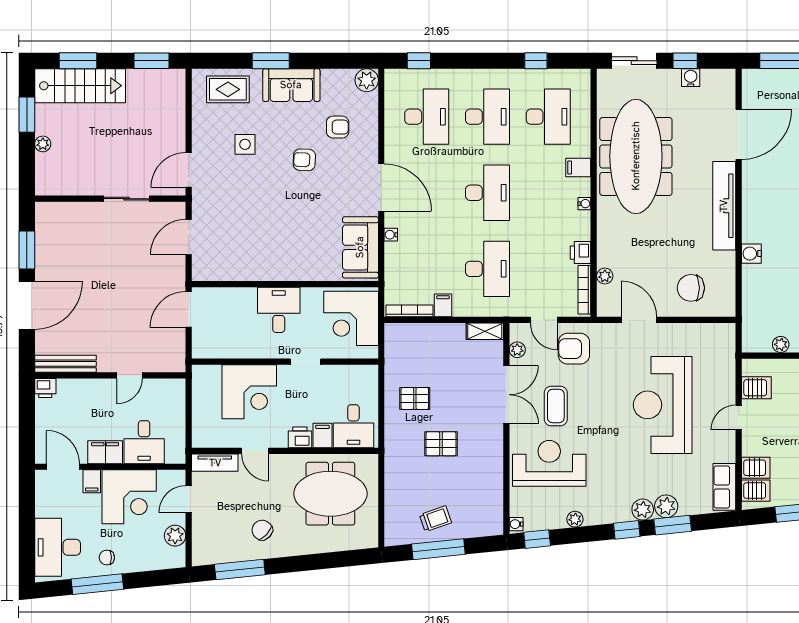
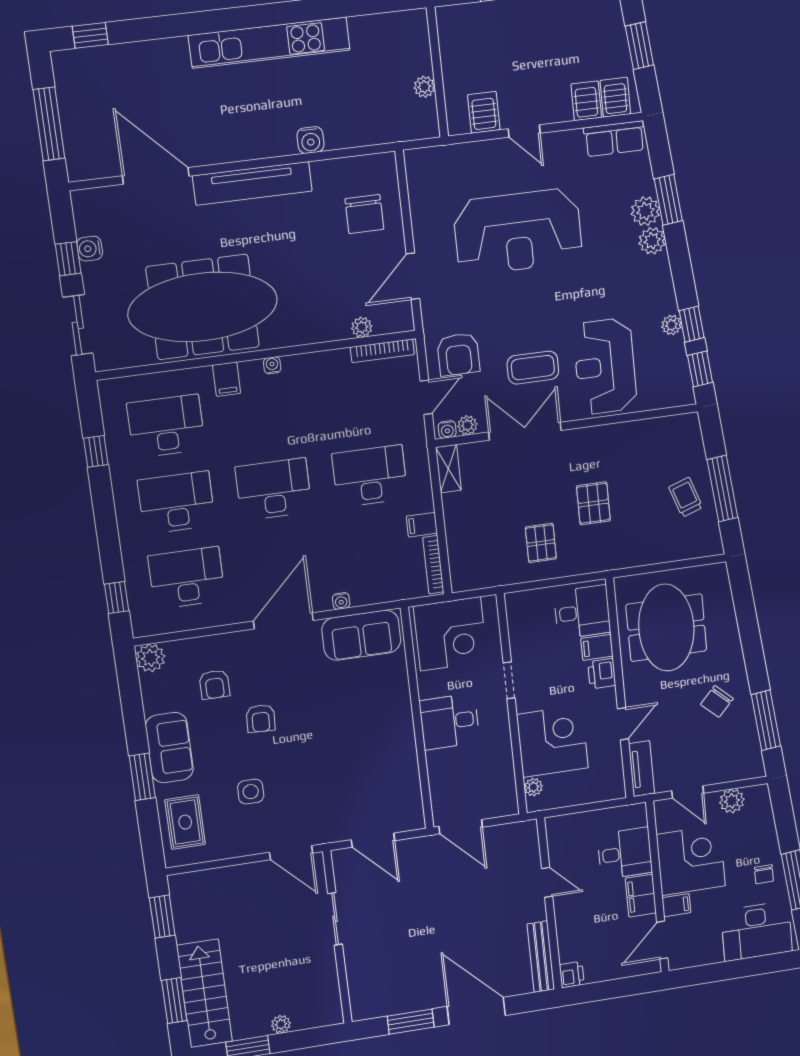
armchair: (338, 127) -> (214, 685), turned 180
printer: (581, 253) -> (335, 362), removed
plant: (213, 372) -> (533, 787), added
water cooler: (516, 524) -> (447, 430), moved
window: (627, 530) -> (692, 324), moved

